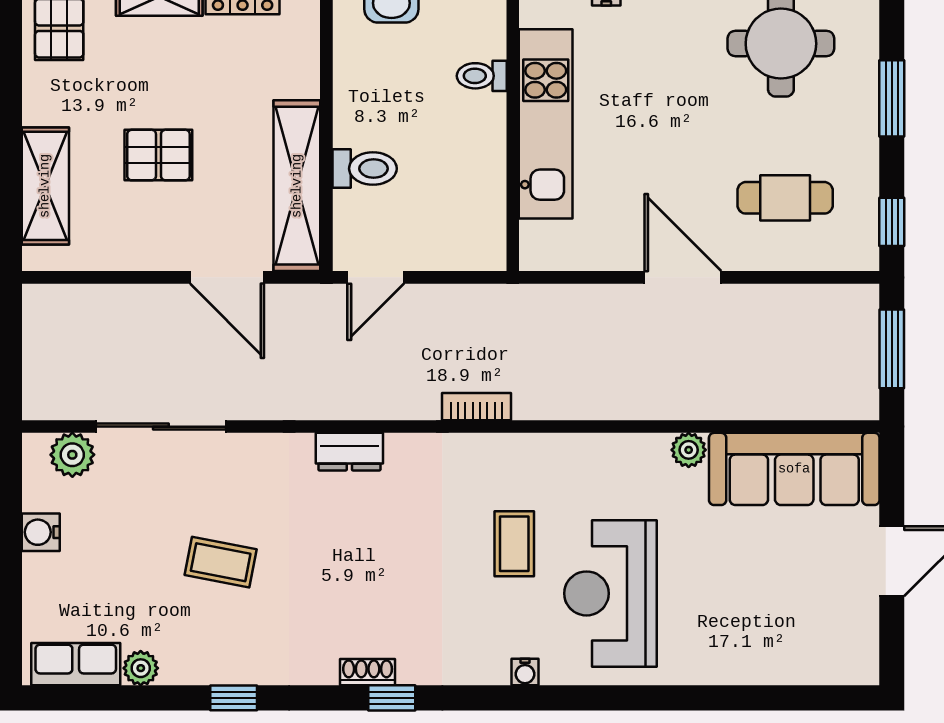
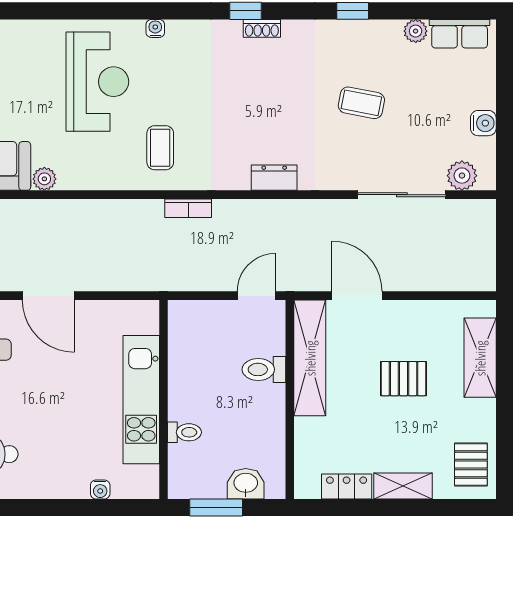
coffee table: (514, 544) -> (160, 148), moved

